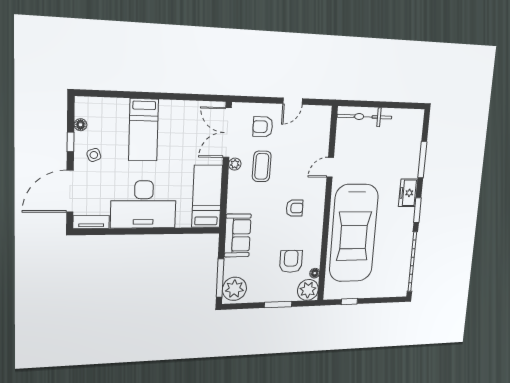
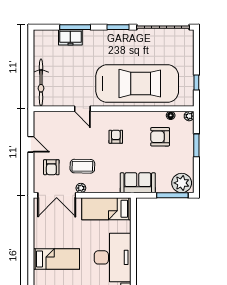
freezer: (408, 193) -> (70, 37), moved
plant: (308, 290) -> (189, 116), width x0.53, depth x0.53

